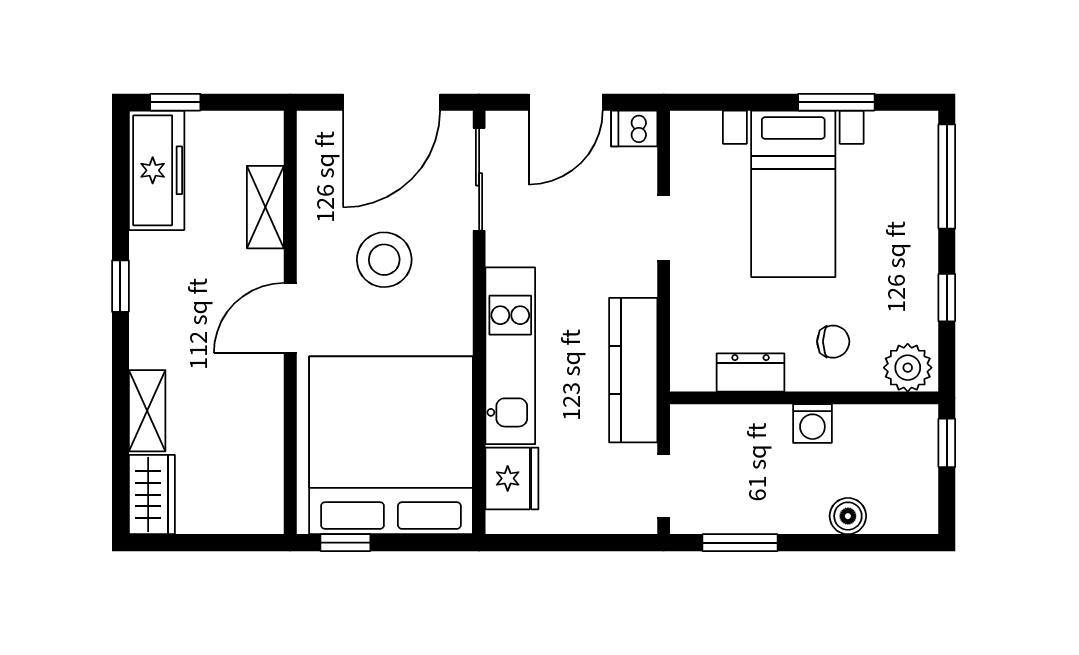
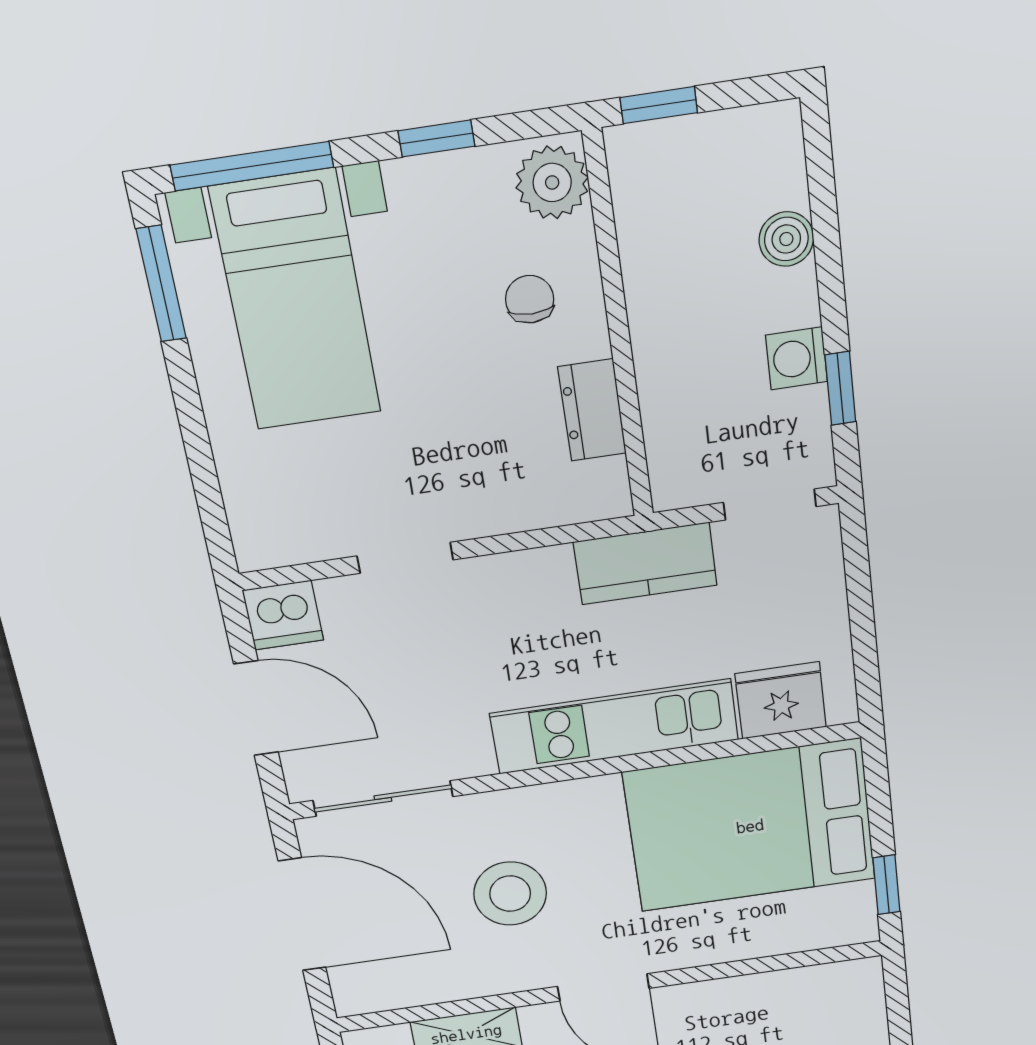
window: (836, 102) -> (161, 284), moved
dishwasher: (634, 129) -> (283, 615), width x1.38
bed with nightstands: (793, 194) -> (296, 301), moved, turned 90
kitchen counter: (633, 370) -> (645, 564), width x0.67
washing machine: (812, 424) -> (797, 358), moved, turned 180
bed: (391, 445) -> (750, 826), width x0.73
window: (740, 543) -> (840, 388), width x0.67

